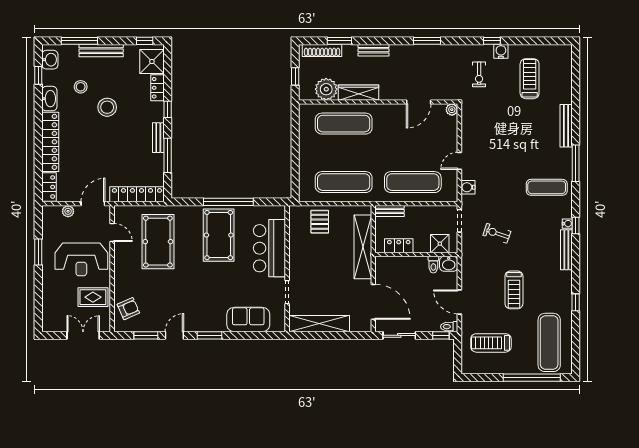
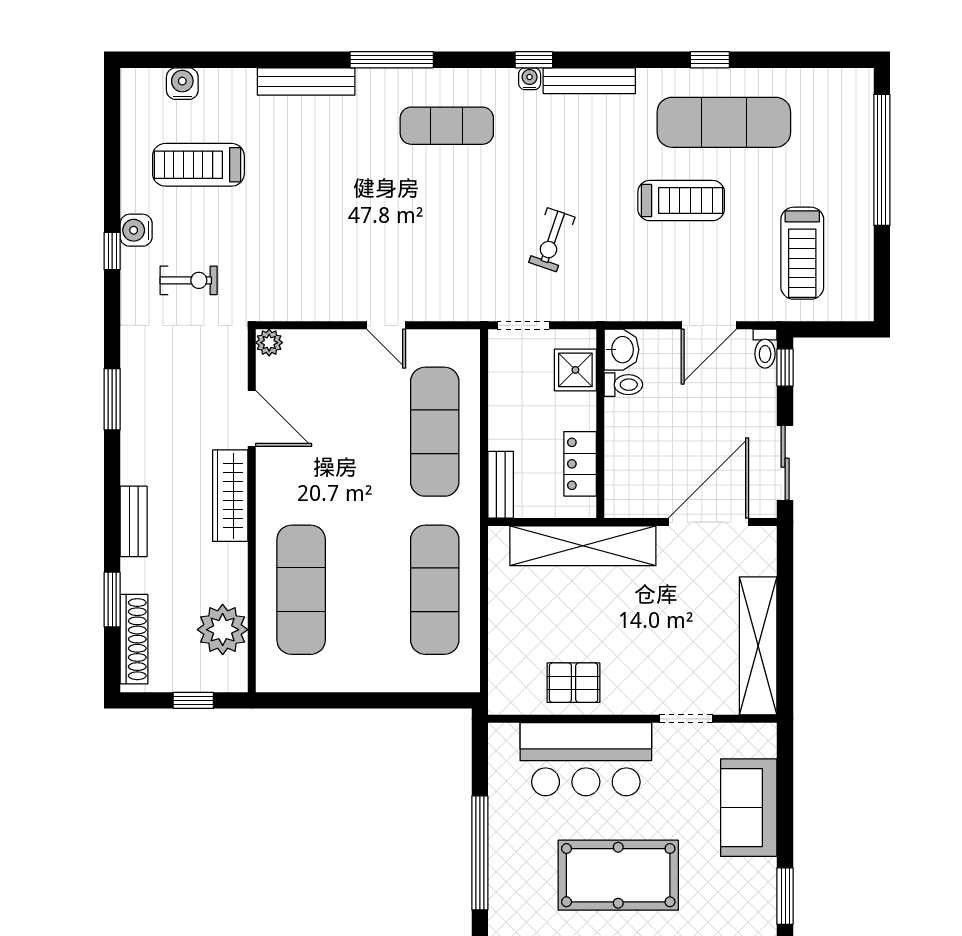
wardrobe: (358, 93) -> (230, 496), moved
water cooler: (468, 187) -> (182, 84), moved, turned 180
exercise mat: (547, 187) -> (447, 126), turned 90
pallet: (320, 222) -> (574, 683), moved
pool table: (219, 235) -> (618, 875), moved
exercise mat: (549, 342) -> (724, 122), moved

